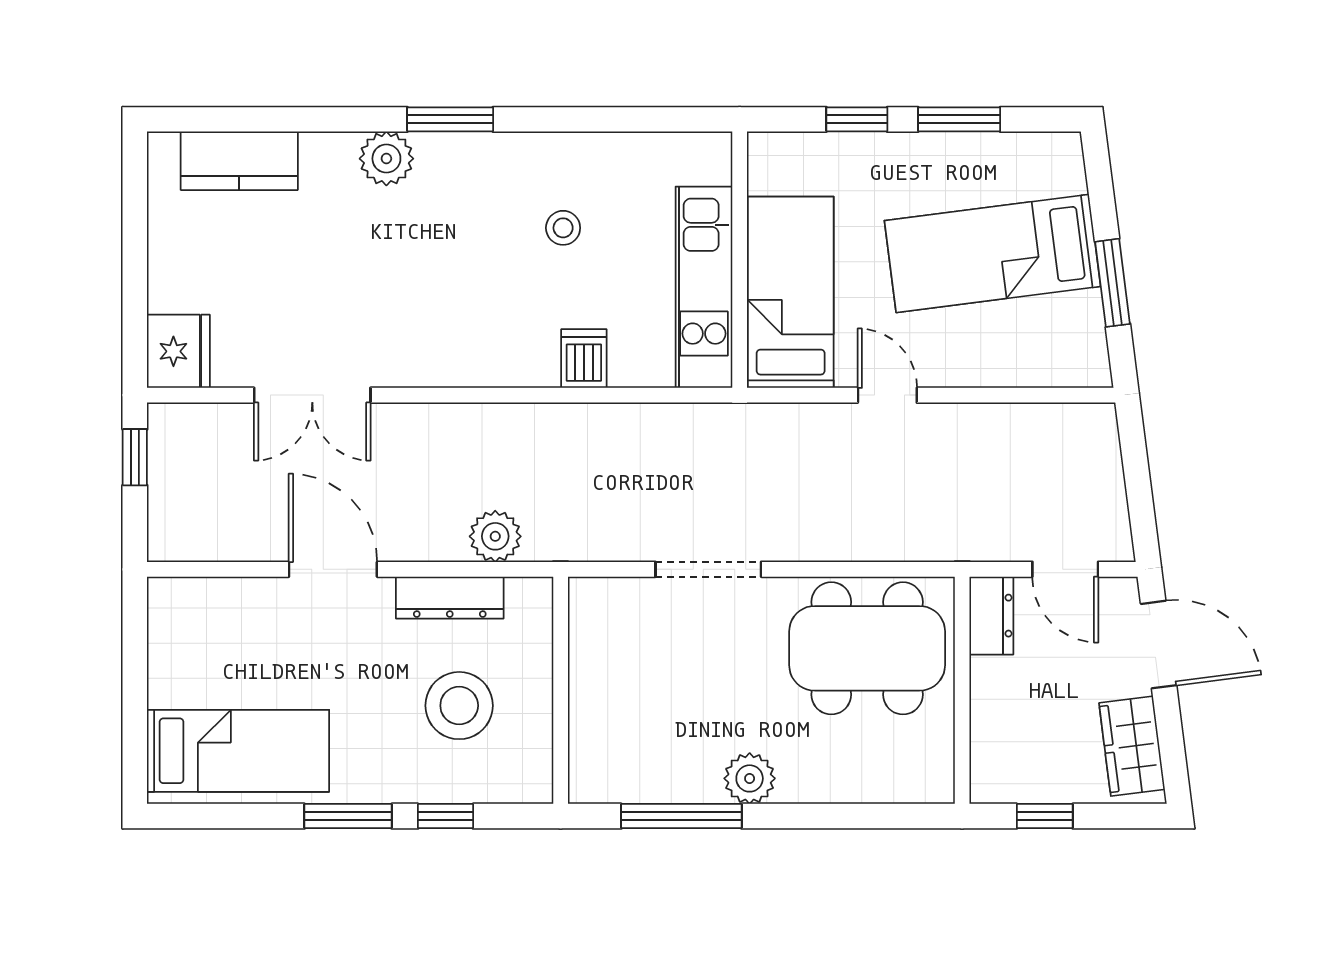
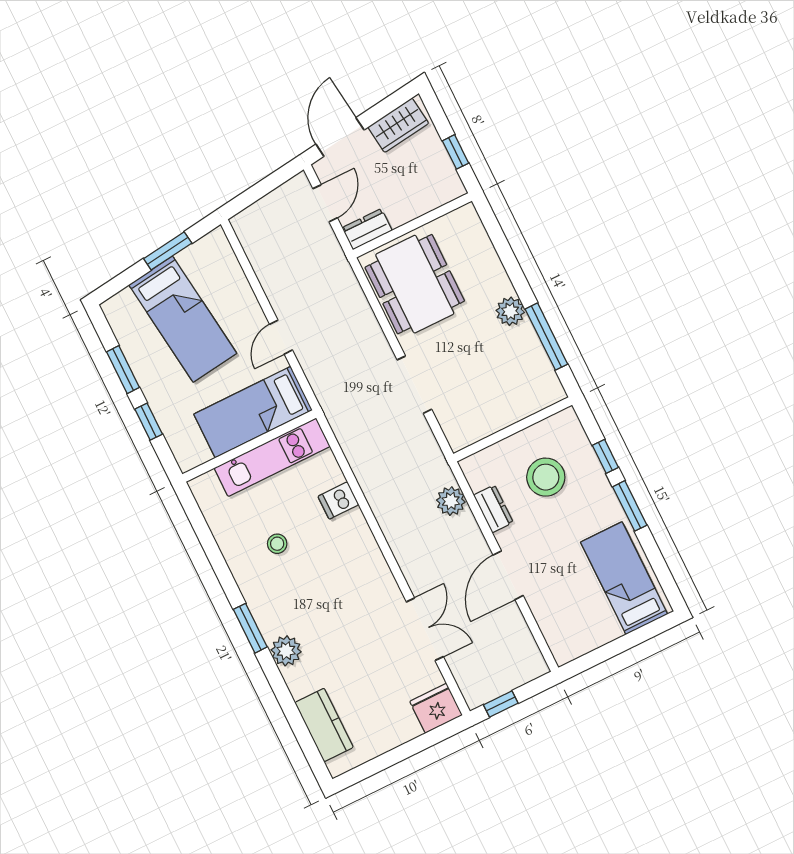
dresser: (450, 598) -> (493, 509), width x0.70

